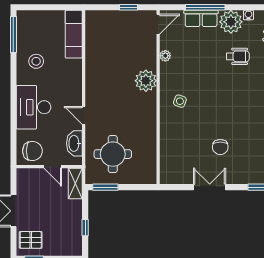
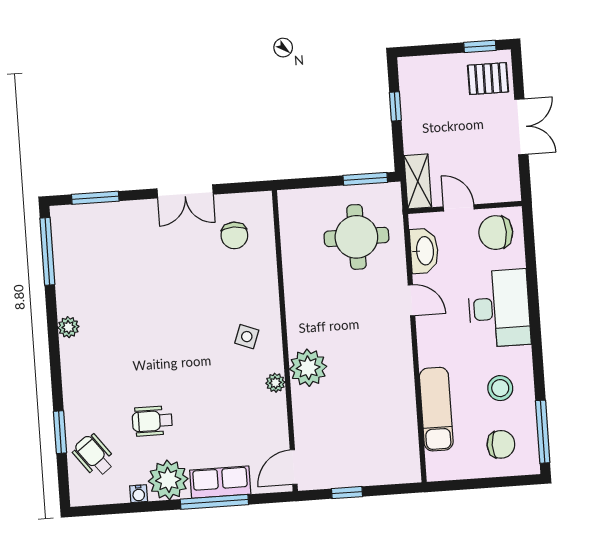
chair: (38, 29) -> (501, 444), added
exam couch: (74, 34) -> (436, 409), moved
plant: (165, 56) -> (275, 383), moved
chair: (220, 147) -> (234, 235), moved, turned 180

